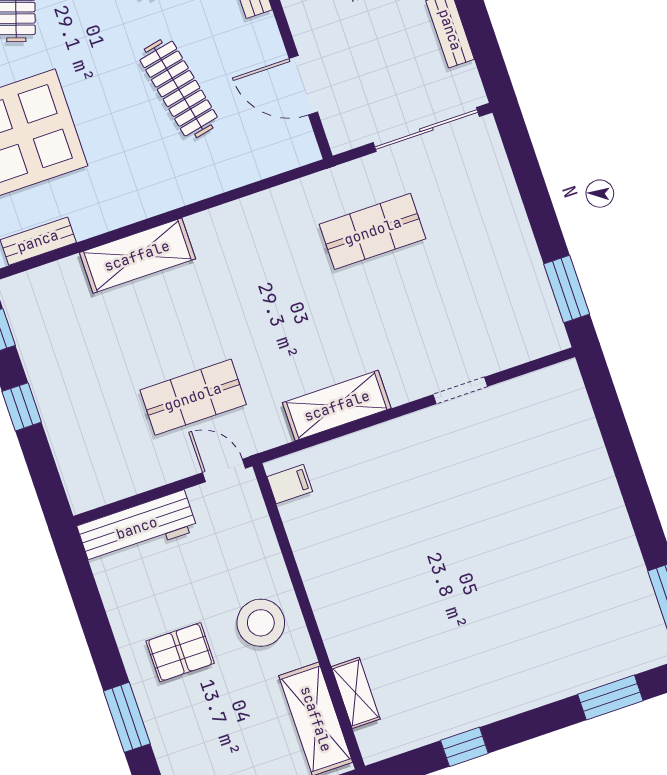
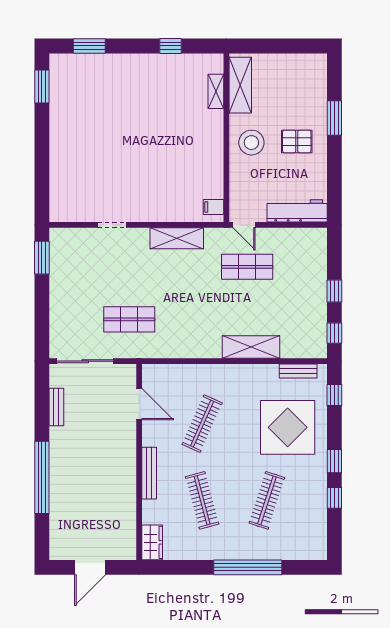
clothes rail: (179, 89) -> (202, 424), turned 36

